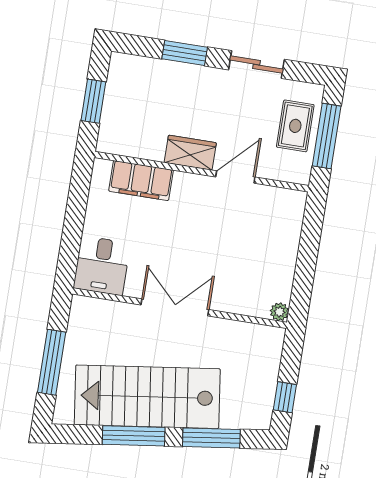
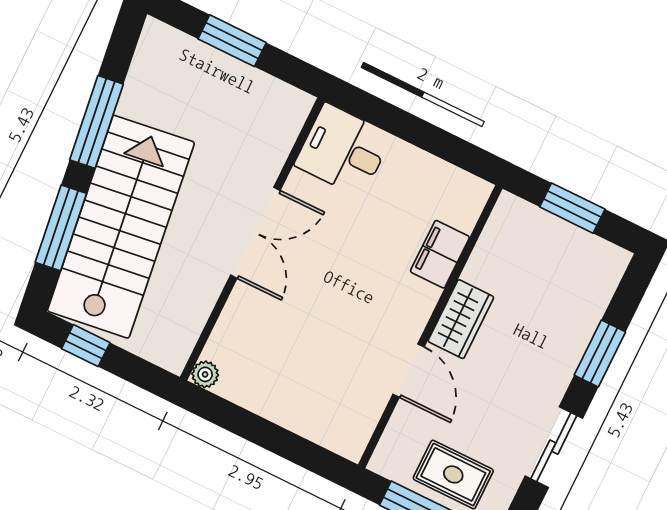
filing cabinet: (141, 181) -> (440, 254), width x0.67, depth x0.86
window: (52, 362) -> (232, 41), width x0.69
stairs: (147, 397) -> (121, 227), moved

